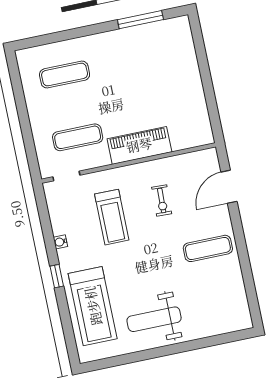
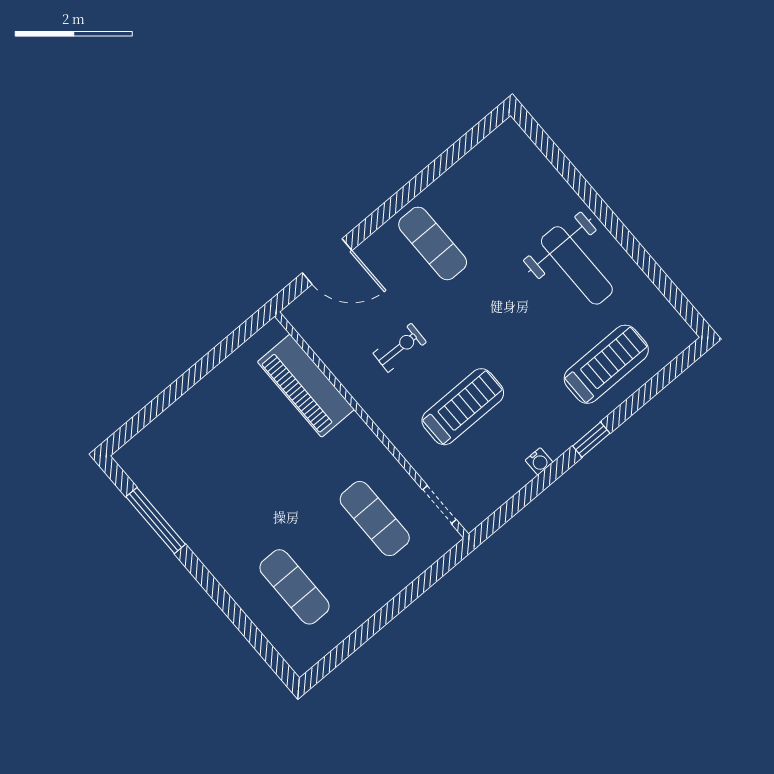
piano: (139, 145) -> (306, 386), moved
treadmill: (93, 306) -> (606, 364), width x0.73, depth x0.73

